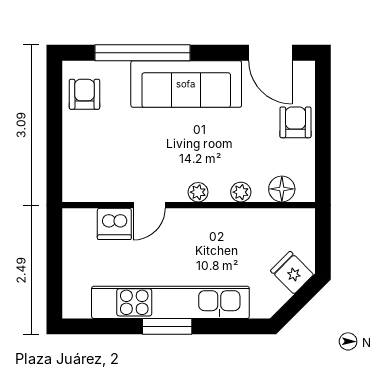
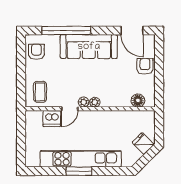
coffee table: (91, 172) -> (40, 92), added
plant: (241, 192) -> (84, 102), moved

